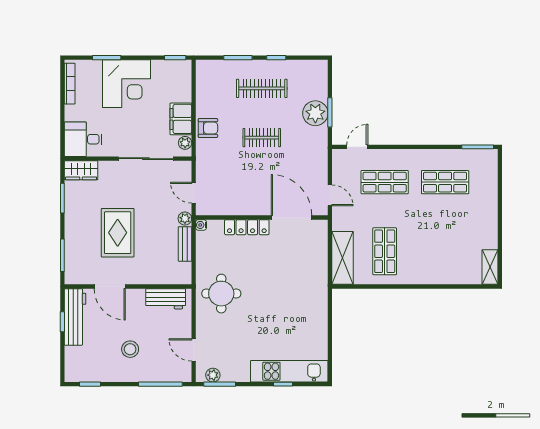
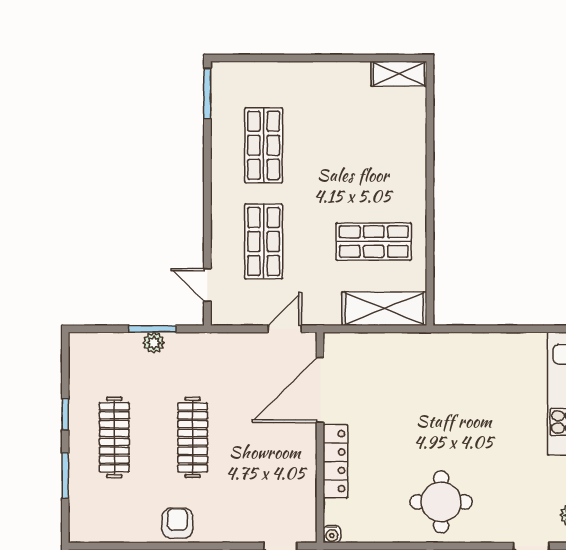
plant: (315, 113) -> (154, 343), width x0.53, depth x0.53
clothes rail: (262, 138) -> (193, 437), width x1.36

